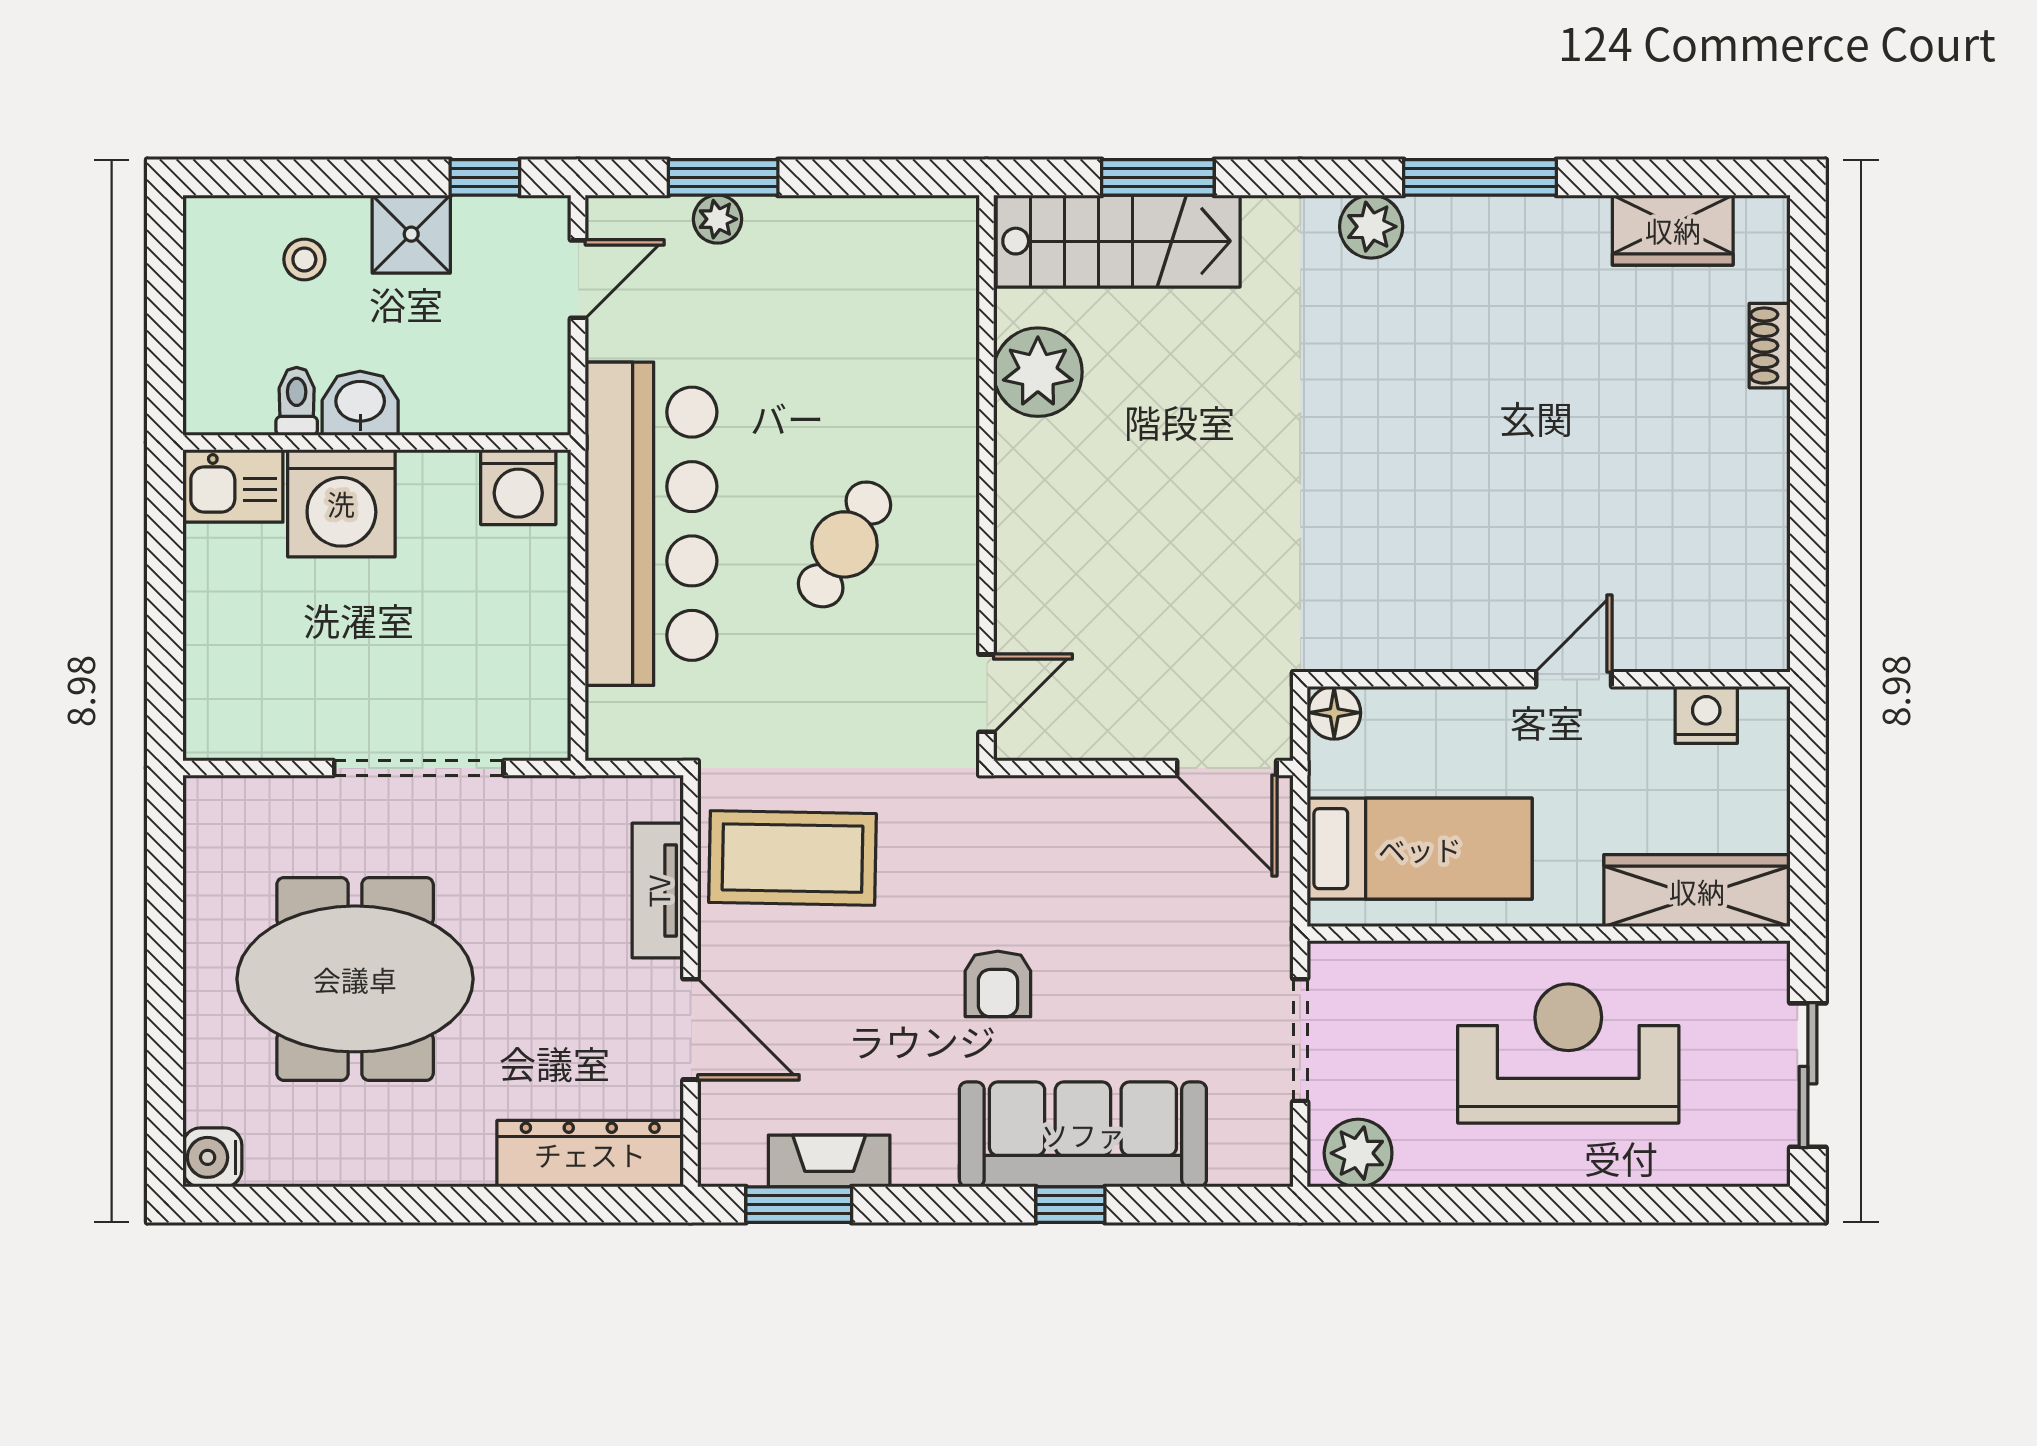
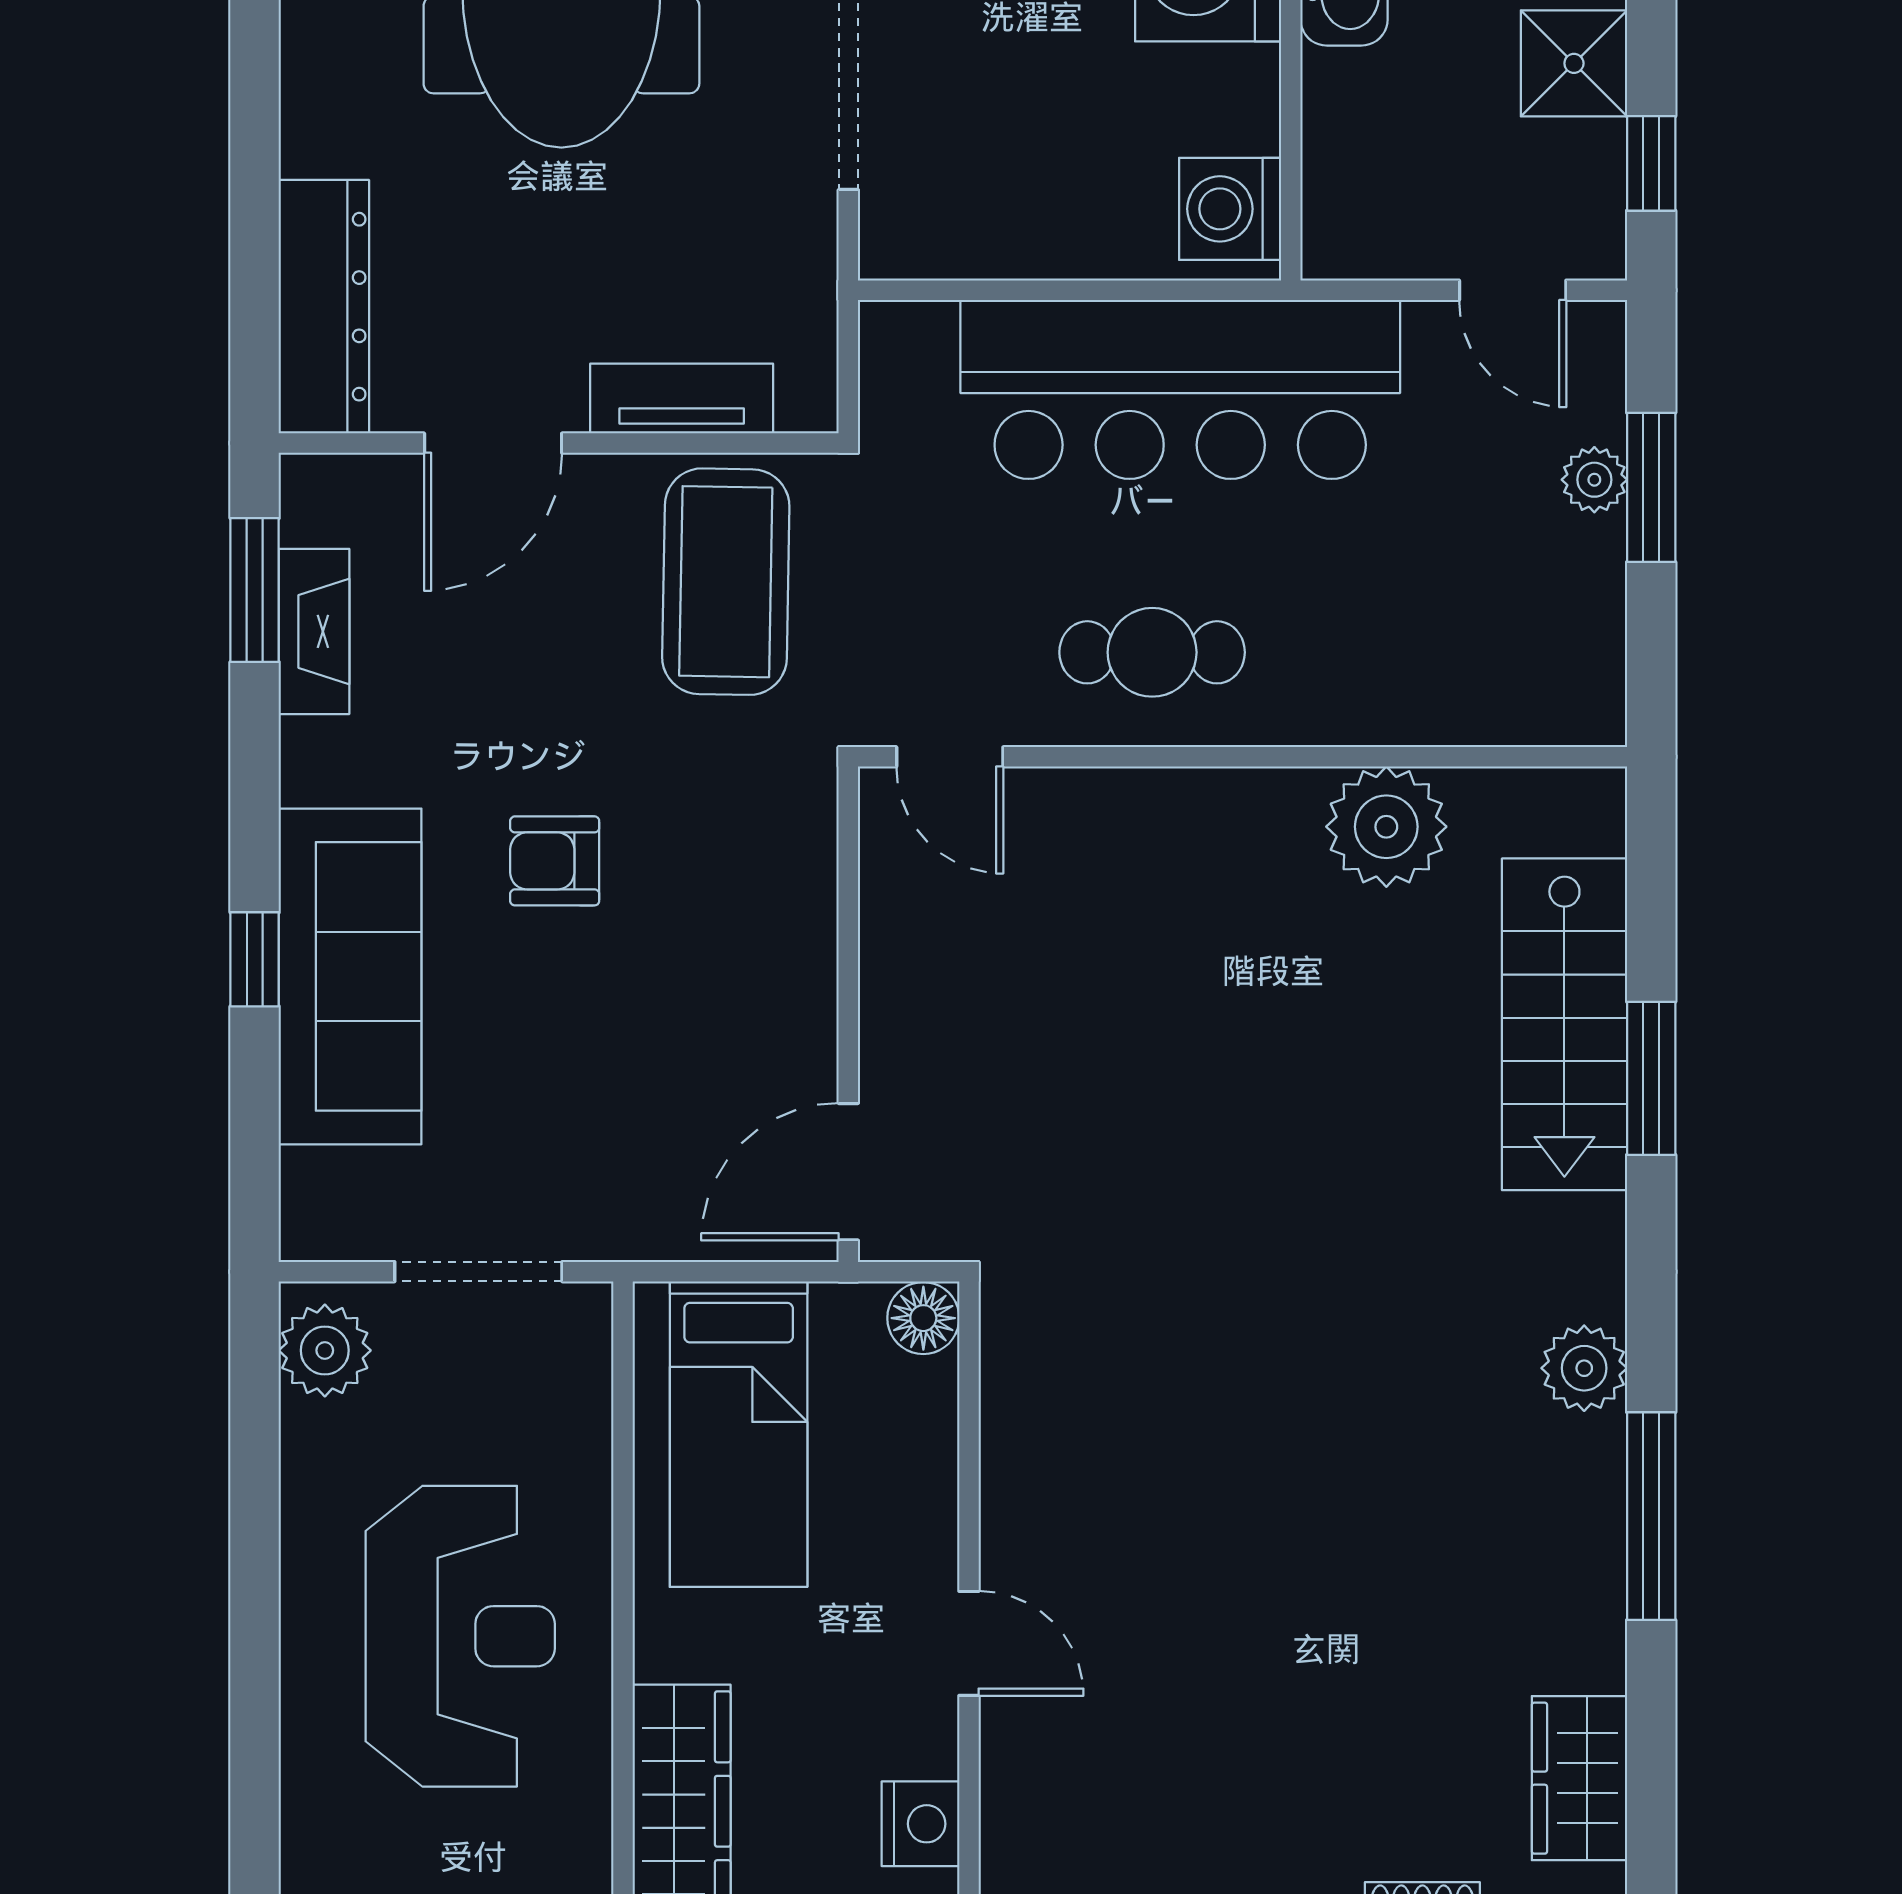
plant: (1038, 372) -> (1386, 827), moved
wall: (986, 478) -> (1242, 757), moved
cafe table: (844, 544) -> (1152, 652), turned -30
door: (986, 693) -> (950, 757), moved

